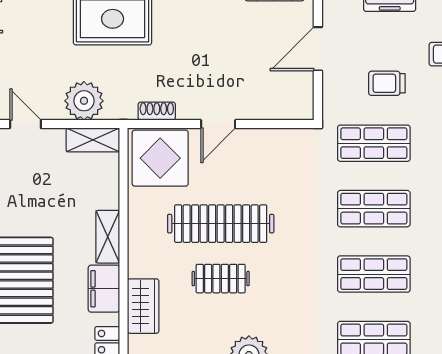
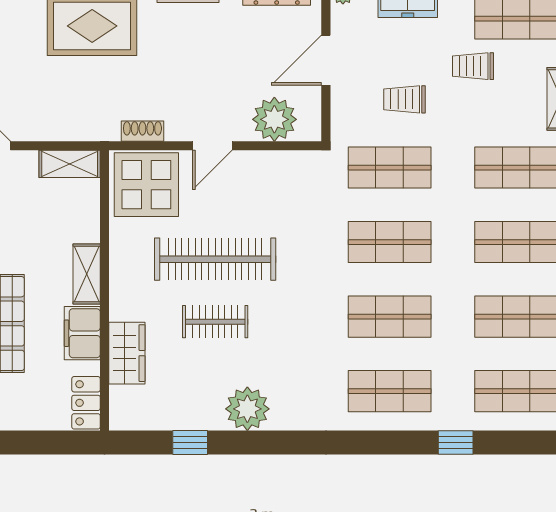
plant: (84, 101) -> (274, 119), moved

